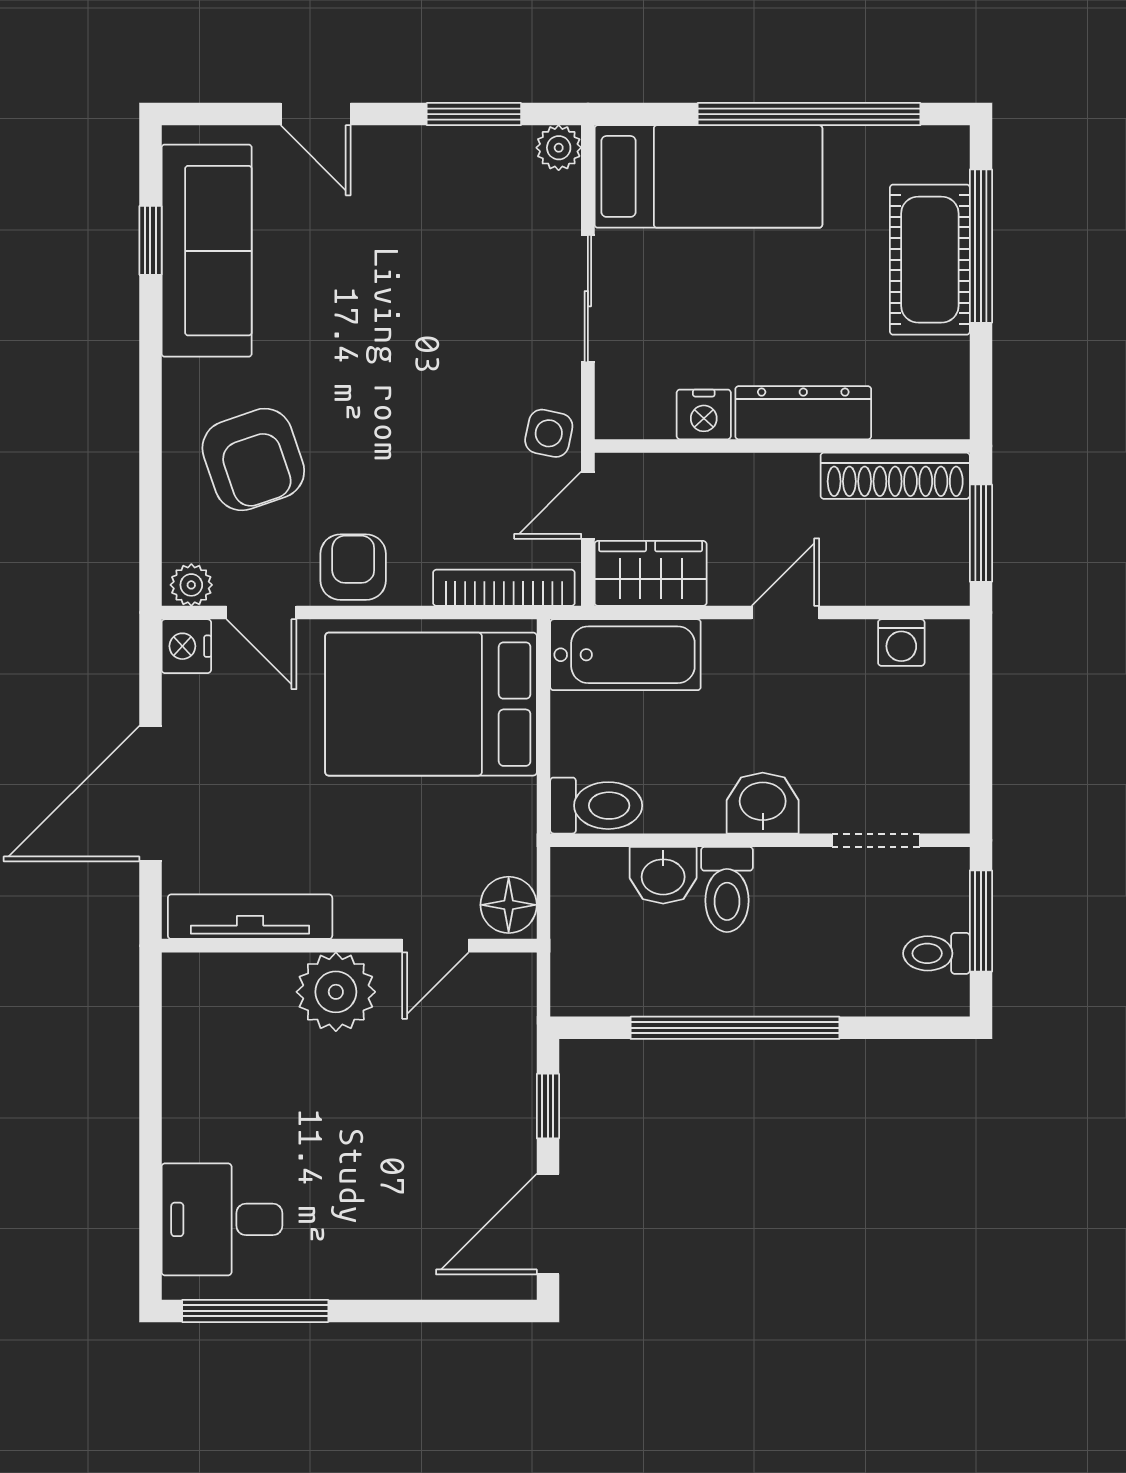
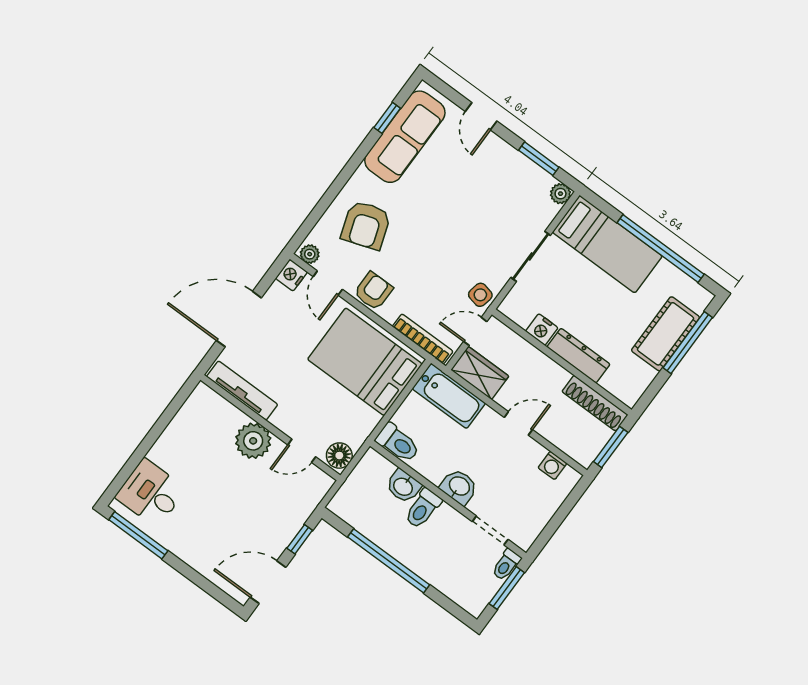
toilet: (936, 953) -> (506, 565), moved, turned -90

